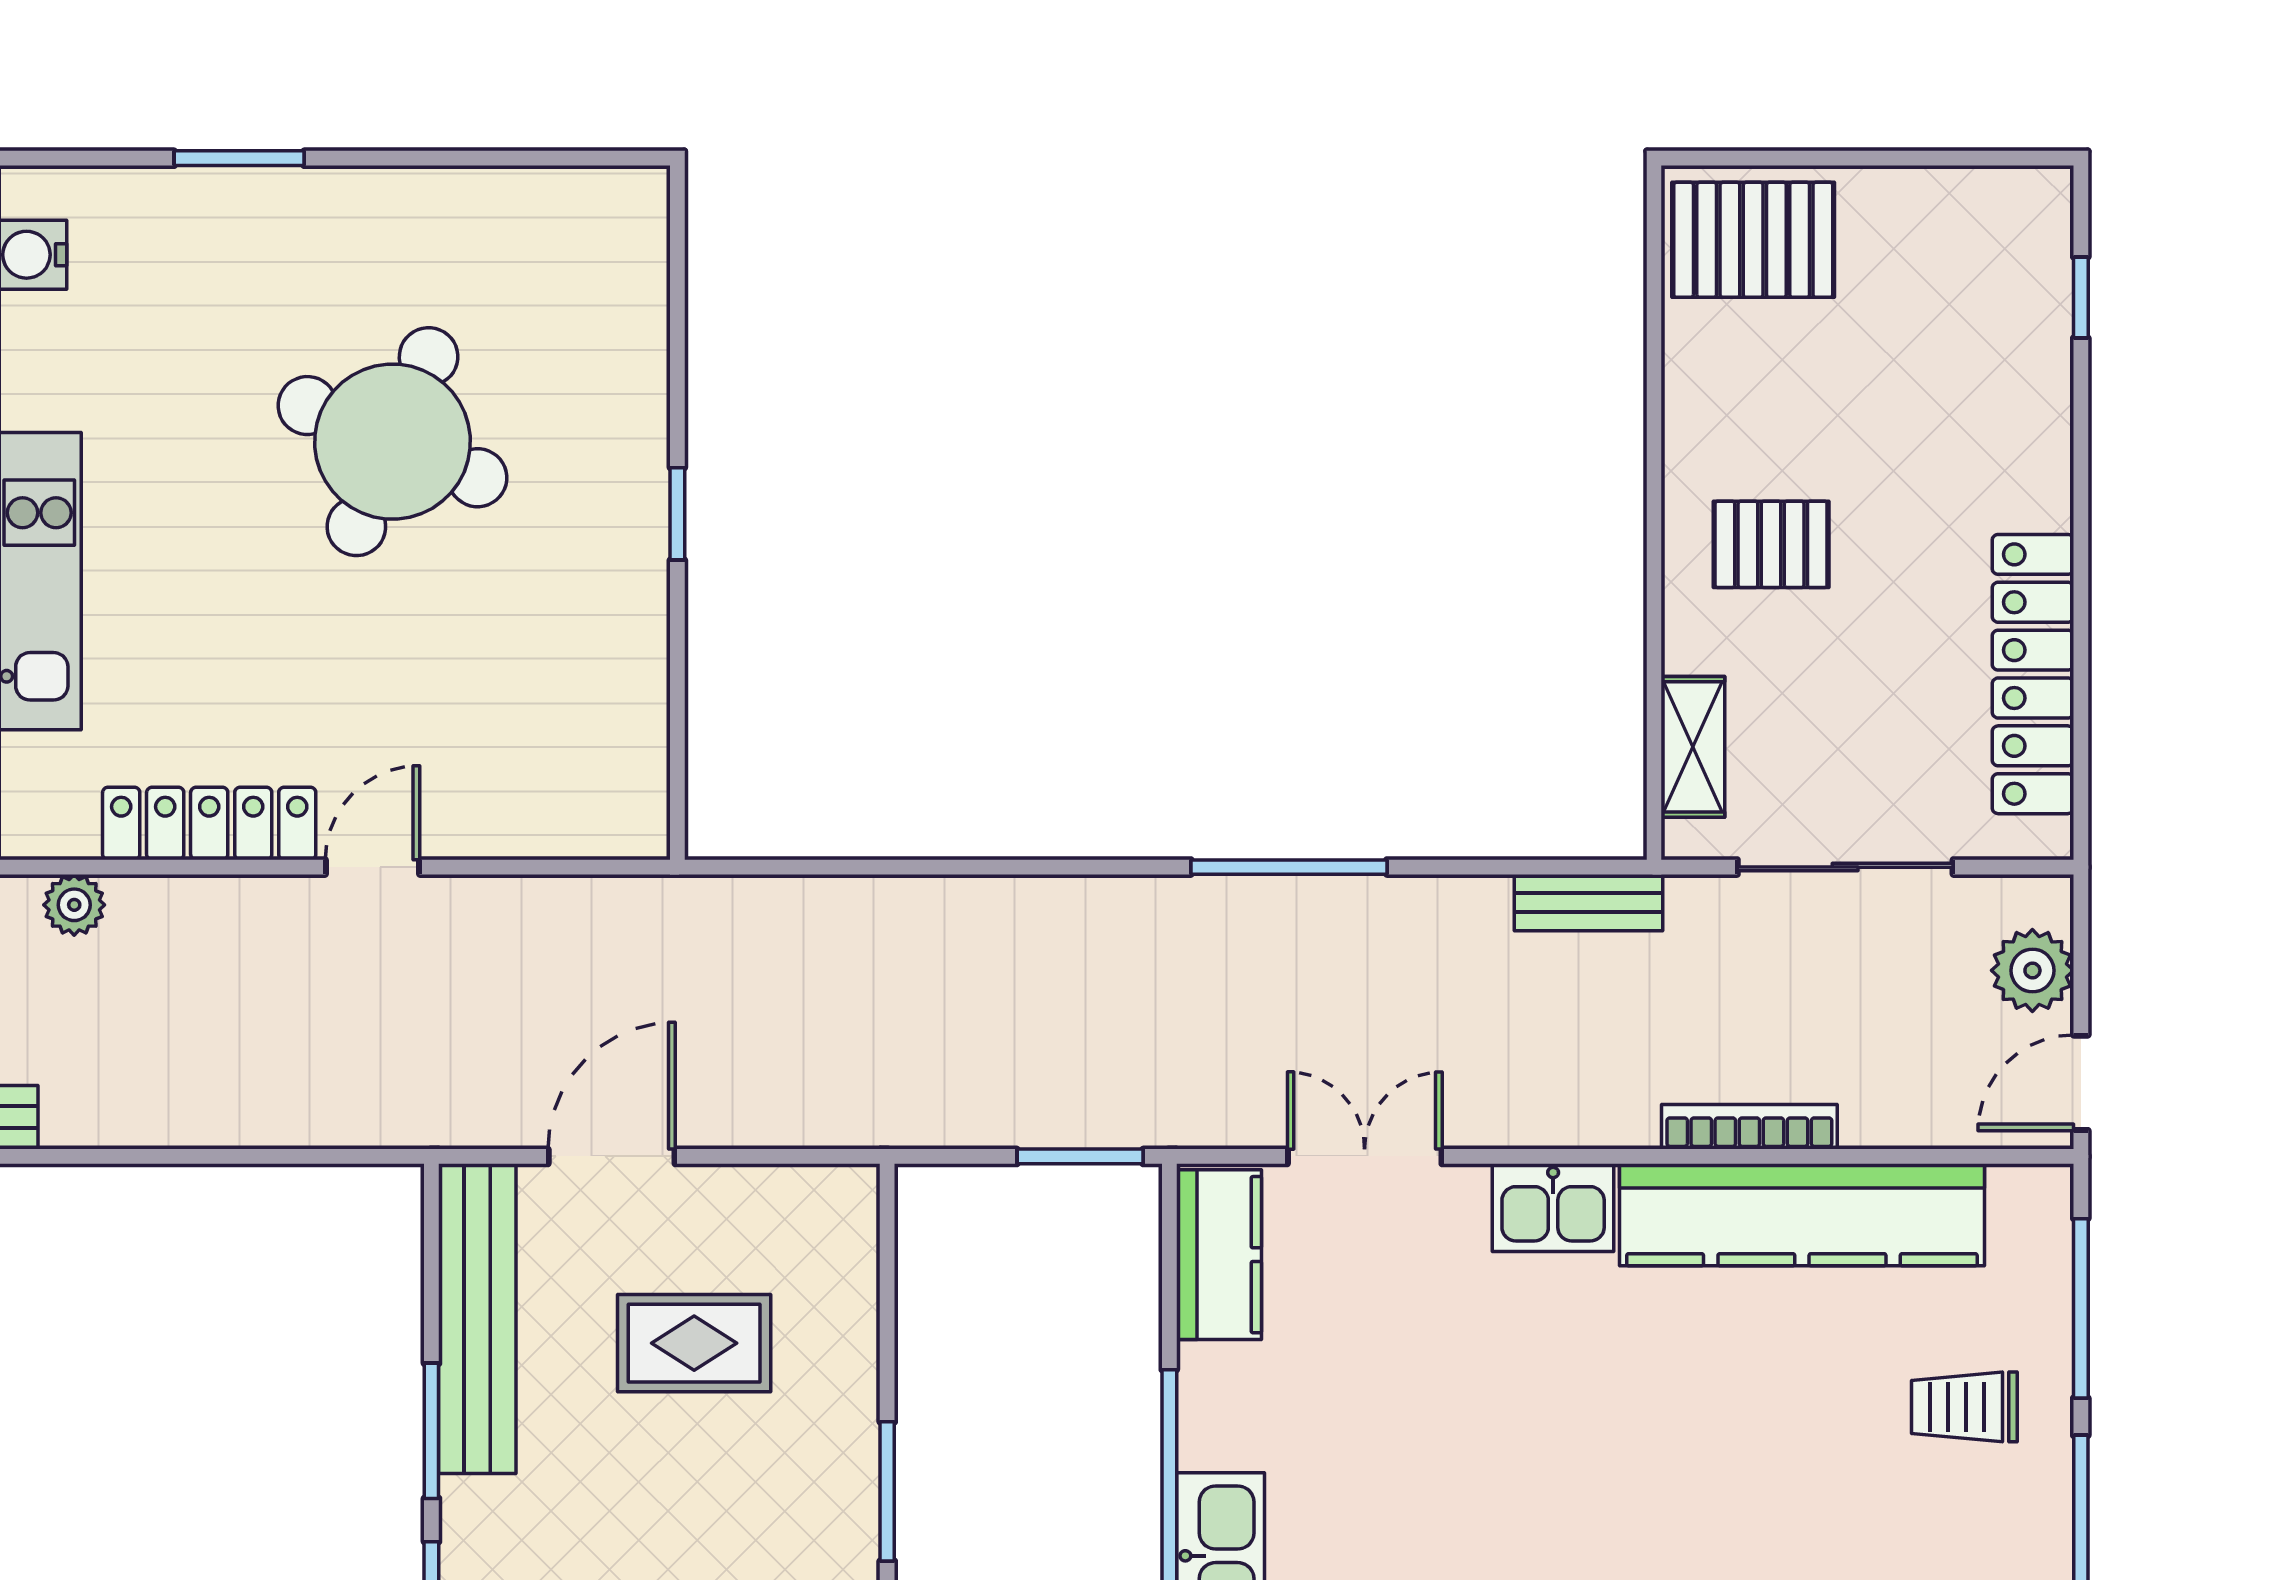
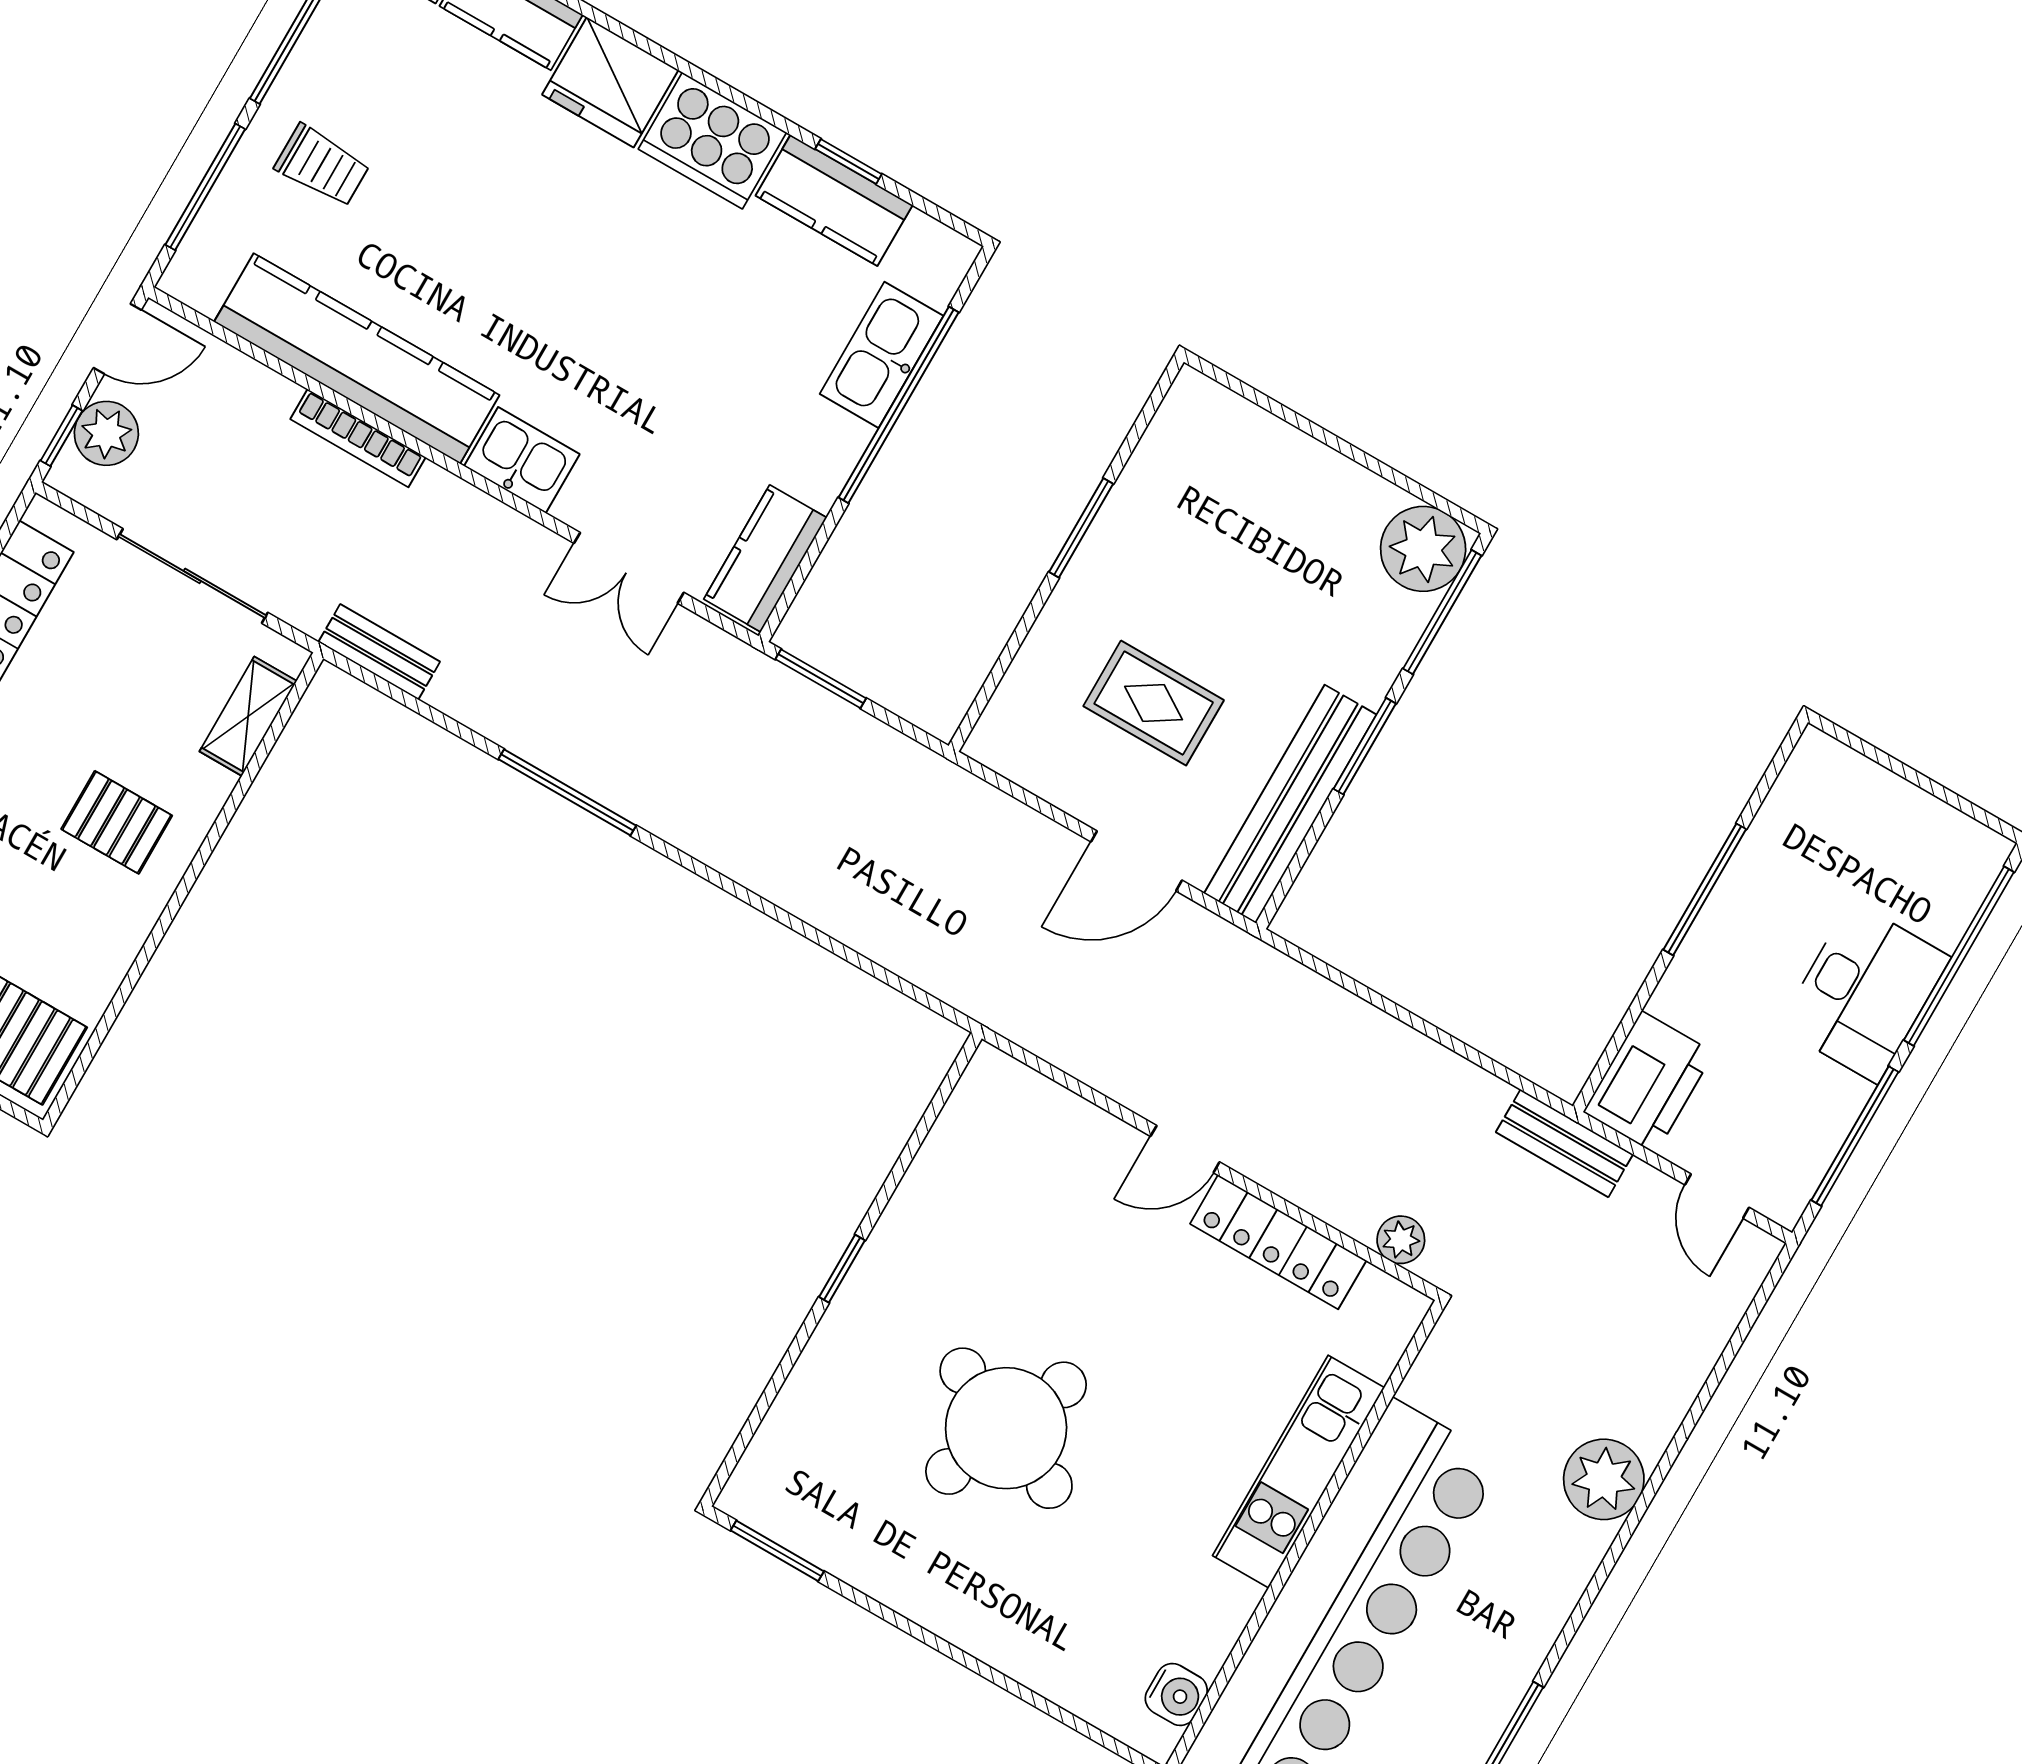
window: (239, 158) -> (777, 1551), moved
window: (2081, 939) -> (62, 436), added

